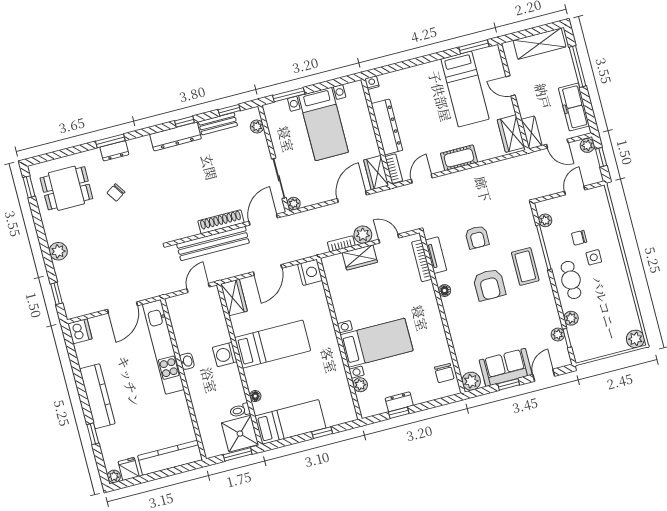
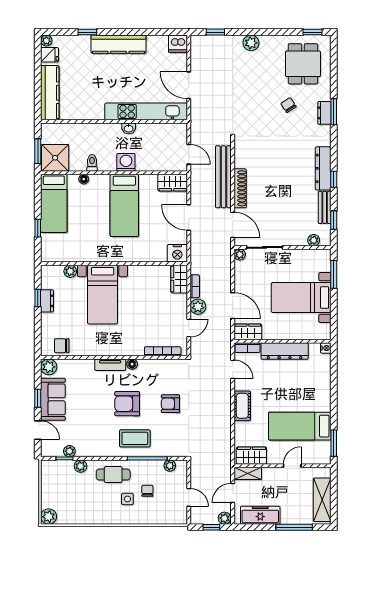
tv unit: (436, 255) -> (110, 365), moved
wardrobe: (360, 257) -> (179, 279), moved
toilet: (240, 410) -> (92, 163), moved

